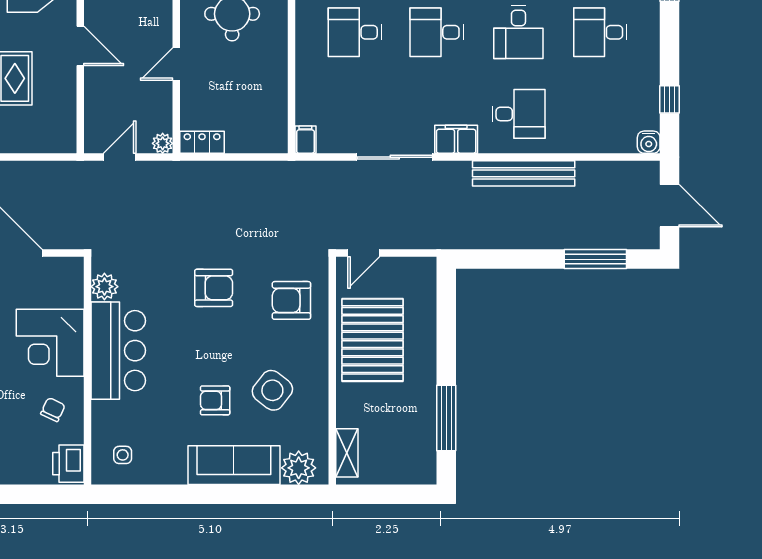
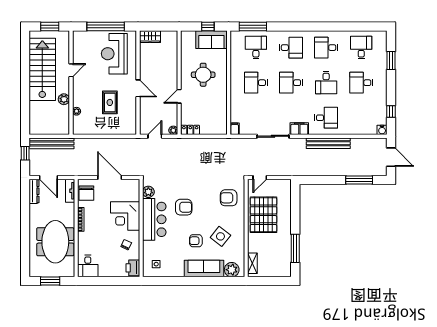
armchair: (214, 288) -> (184, 207), moved

